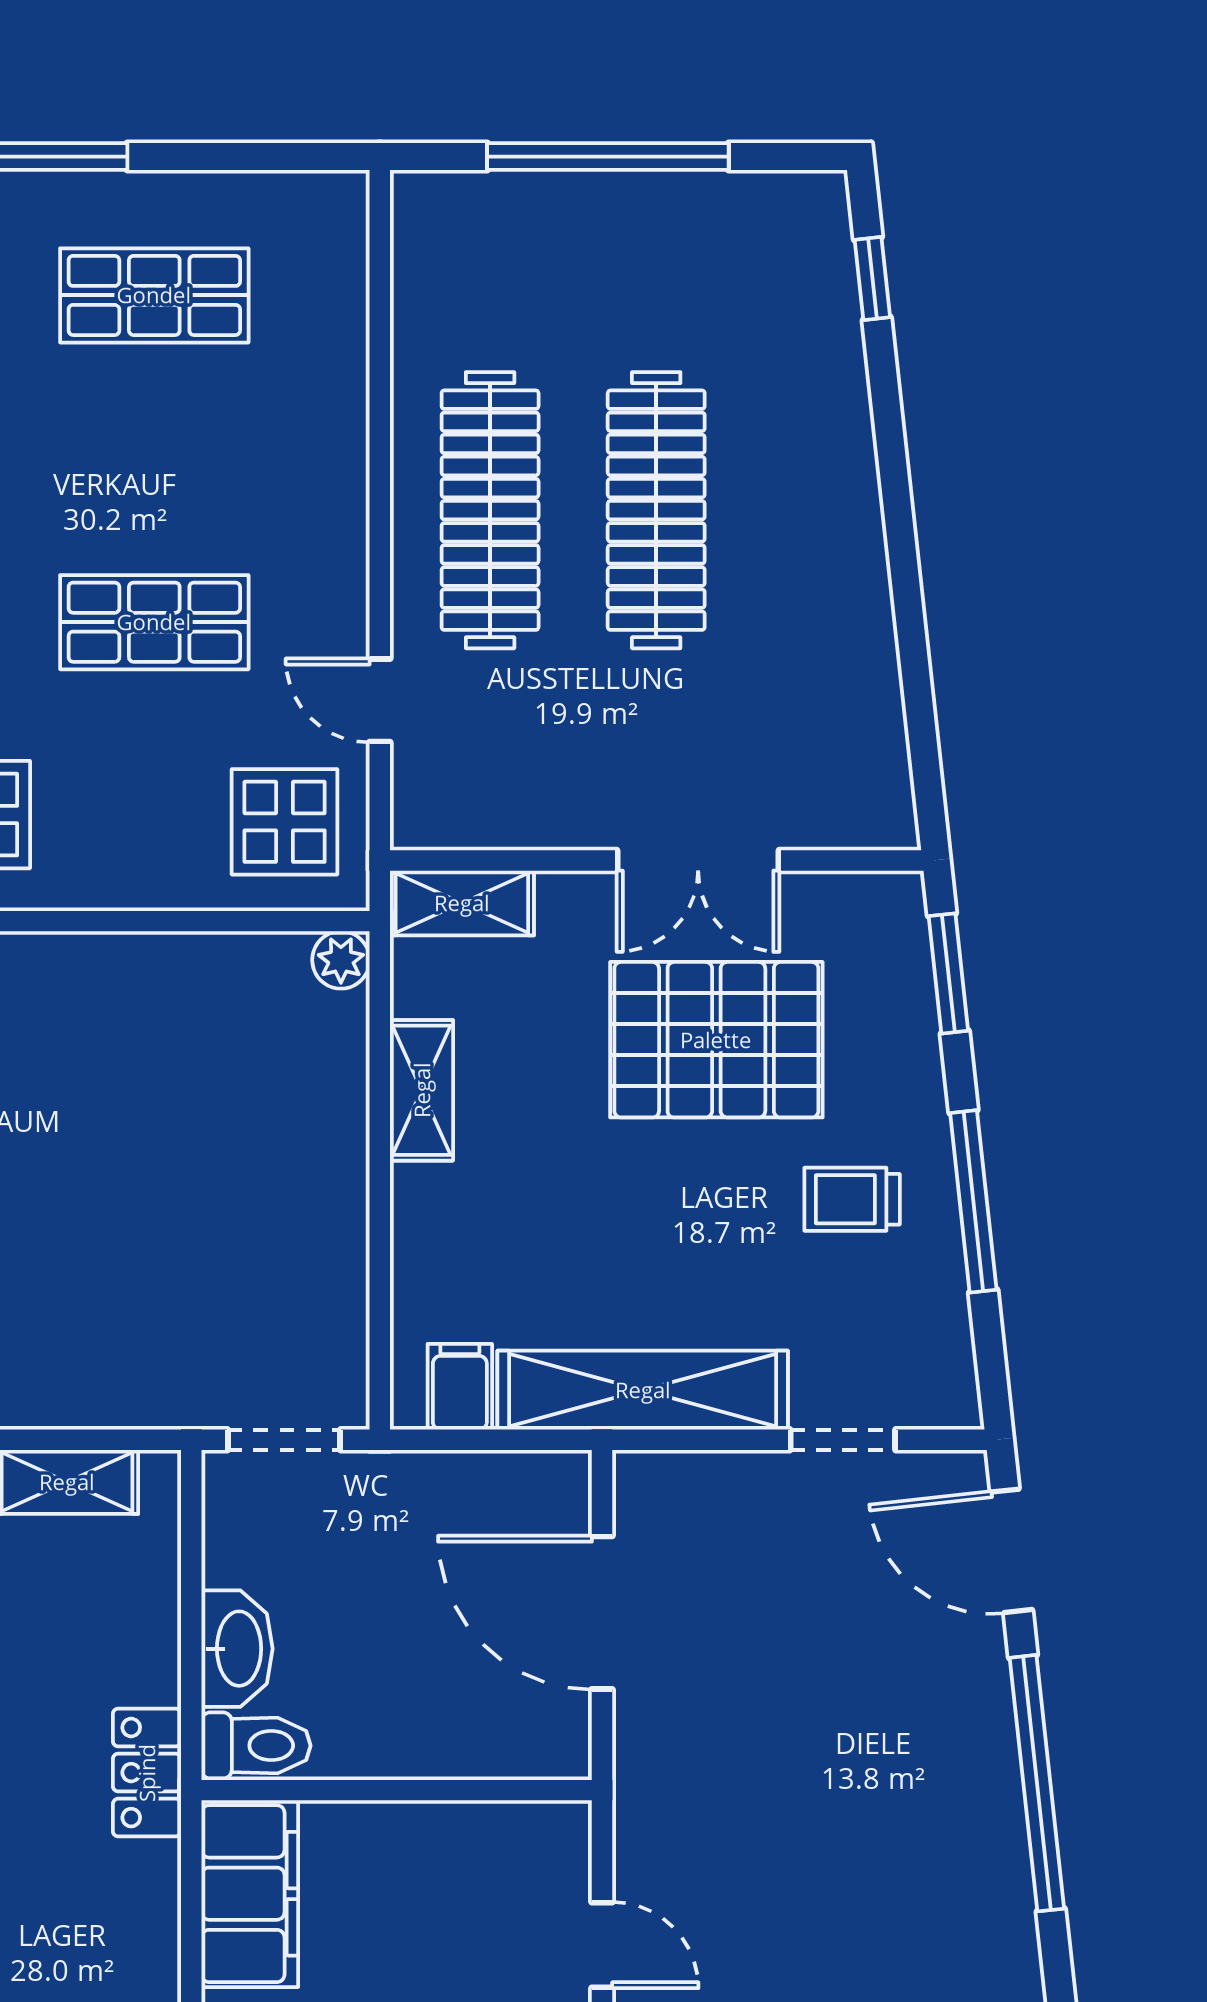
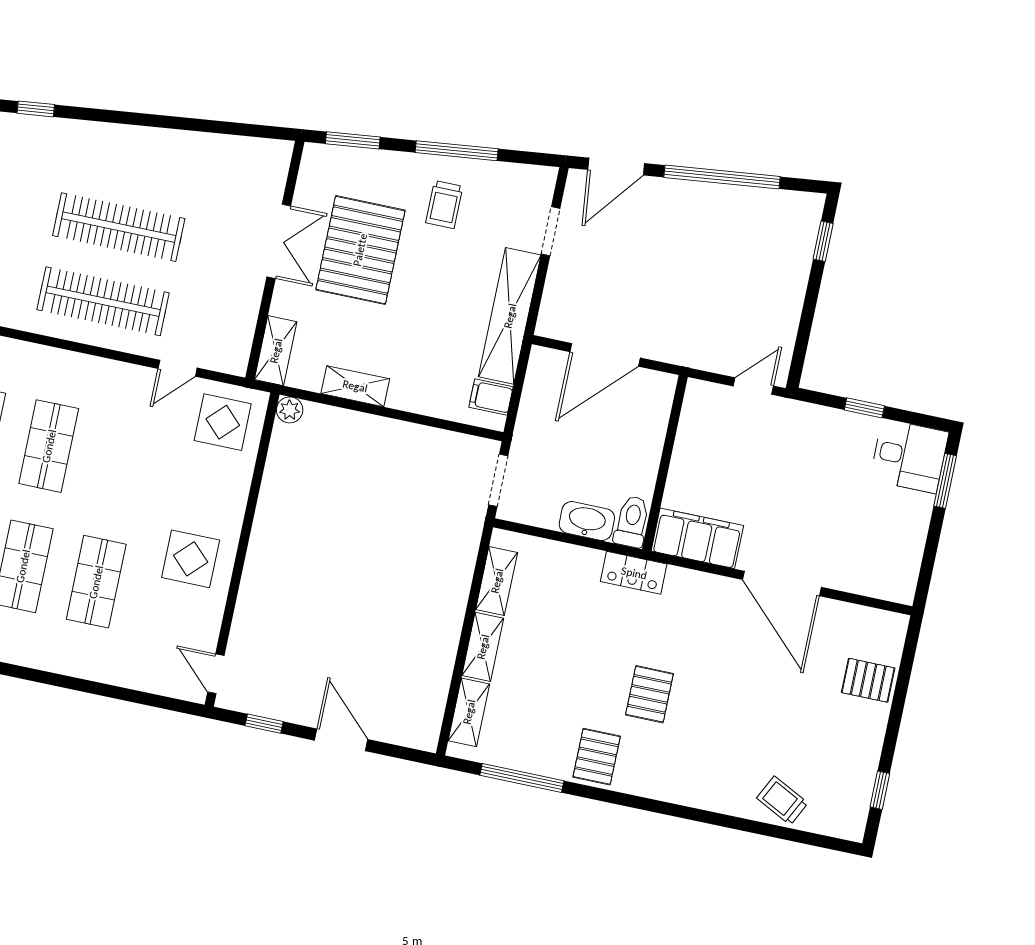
shop shelf: (154, 622) -> (49, 446), moved

